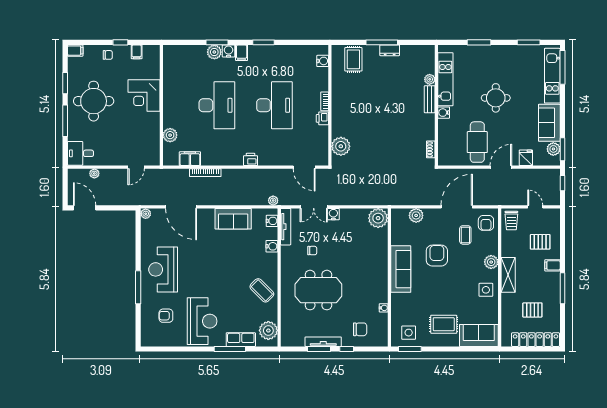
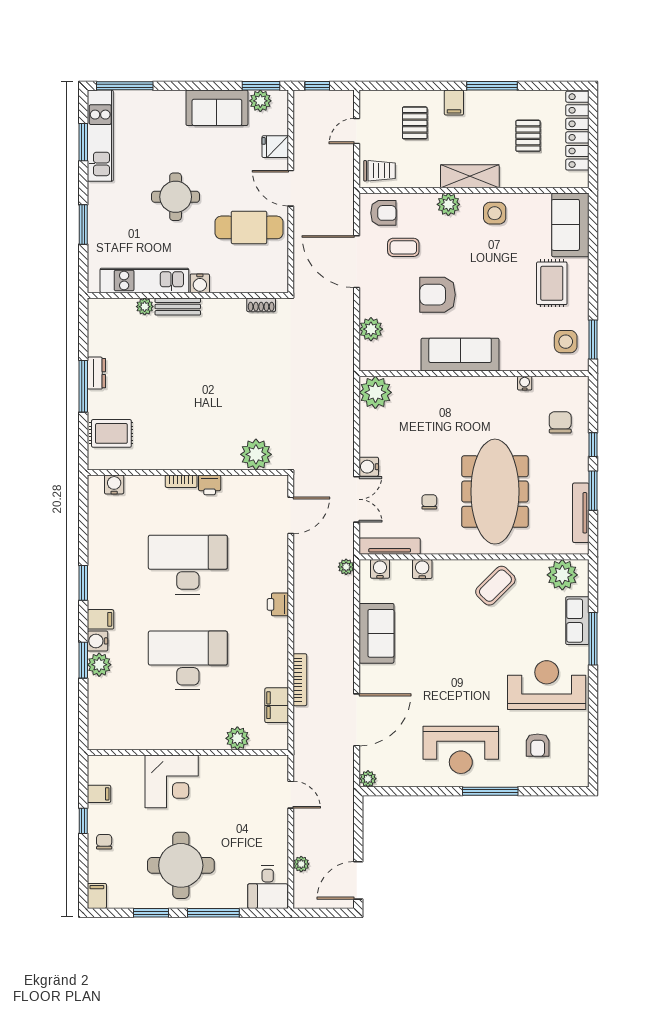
kitchen unit: (552, 76) -> (100, 136), moved, turned -90
meeting table: (318, 290) -> (495, 492), width x1.36
tv unit: (323, 342) -> (581, 513), moved

